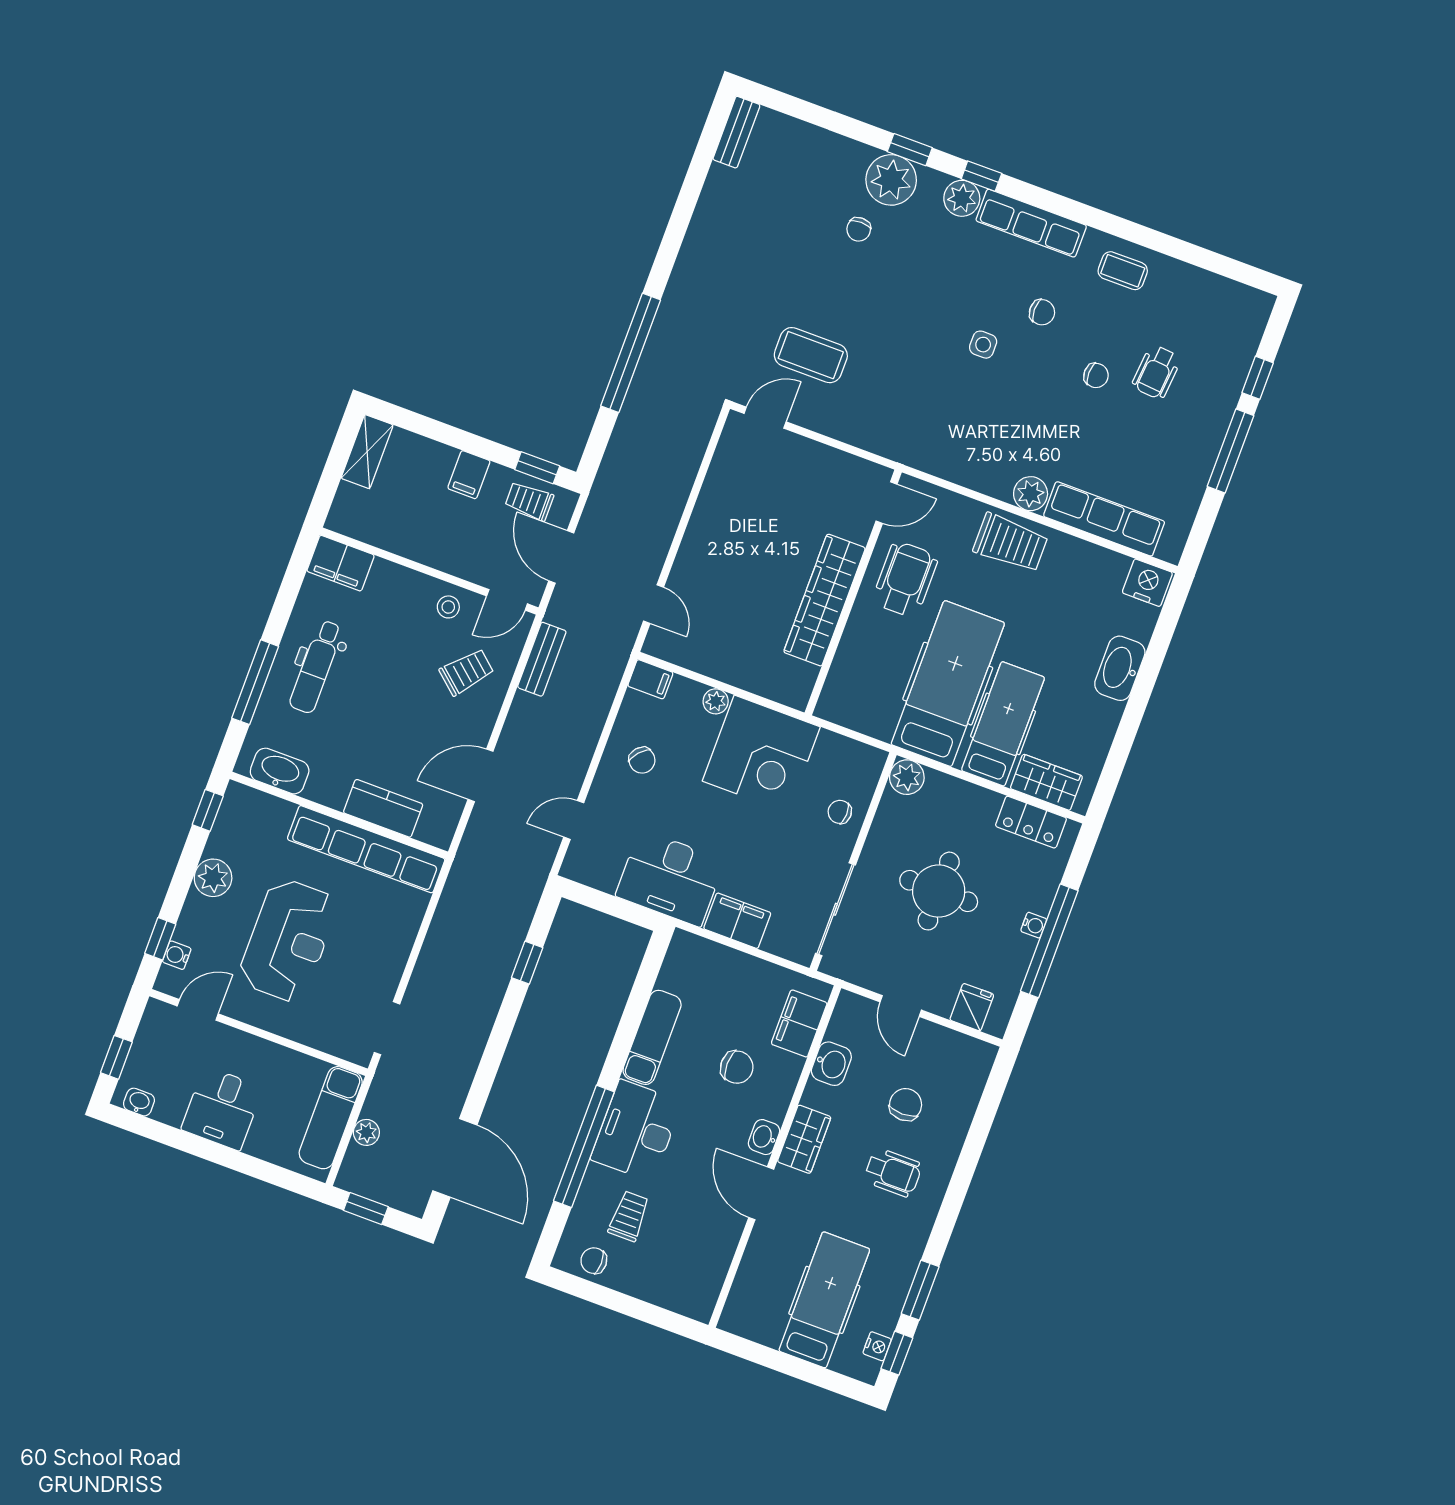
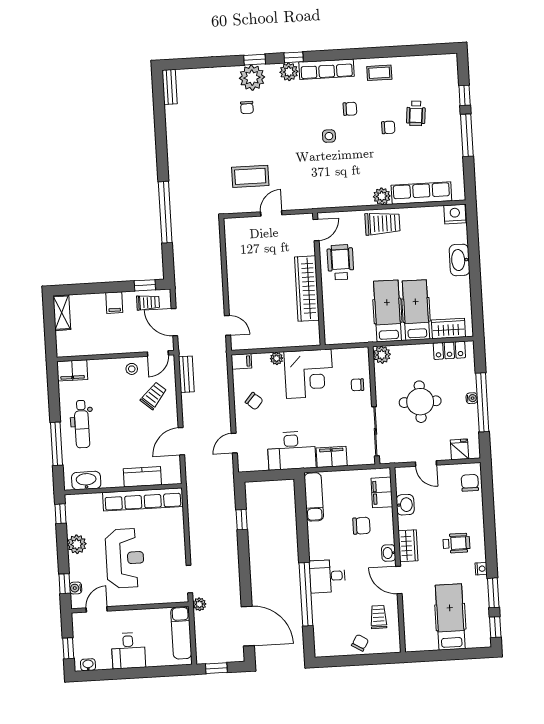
door: (765, 418) -> (271, 213), moved
trolley: (529, 501) -> (148, 303), turned 180
hospital bed: (948, 684) -> (387, 311), width x0.73, depth x0.78
exam couch: (652, 1037) -> (314, 497), moved
chair: (906, 1105) -> (470, 483), moved
desk: (636, 1131) -> (327, 576), width x0.73
plant: (366, 1132) -> (199, 604), moved
trolley: (629, 1216) -> (379, 617), moved
chair: (594, 1261) -> (360, 643), moved, turned 121
nightstand: (877, 1346) -> (481, 569), moved

